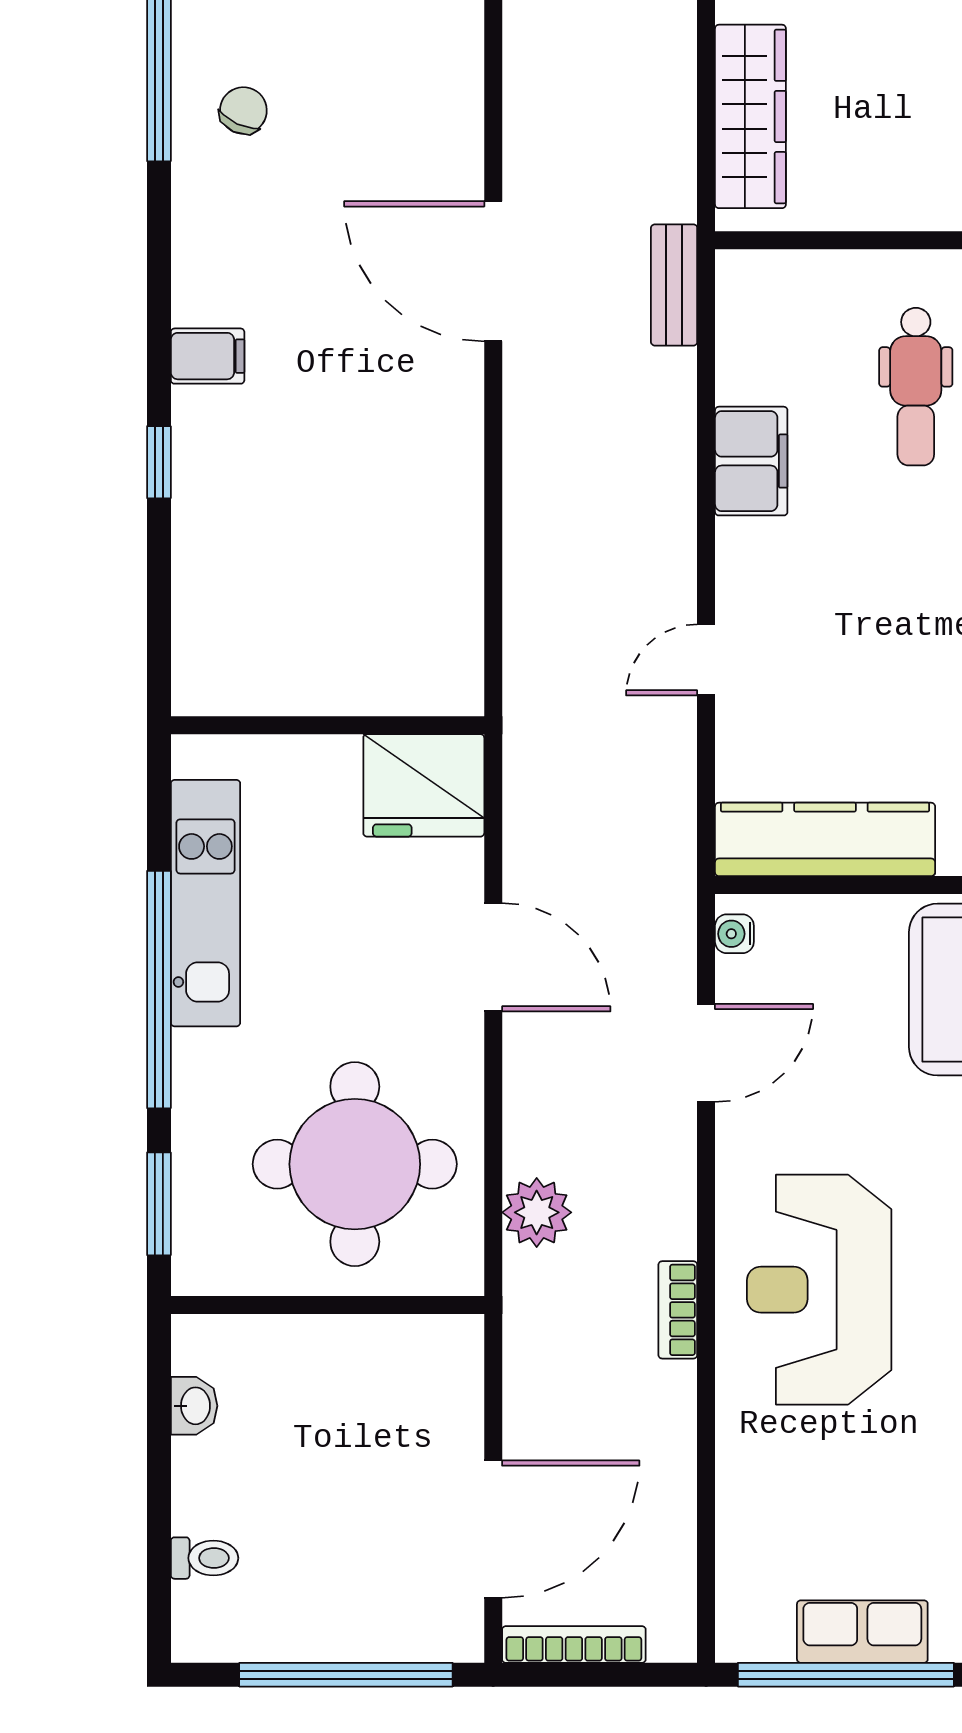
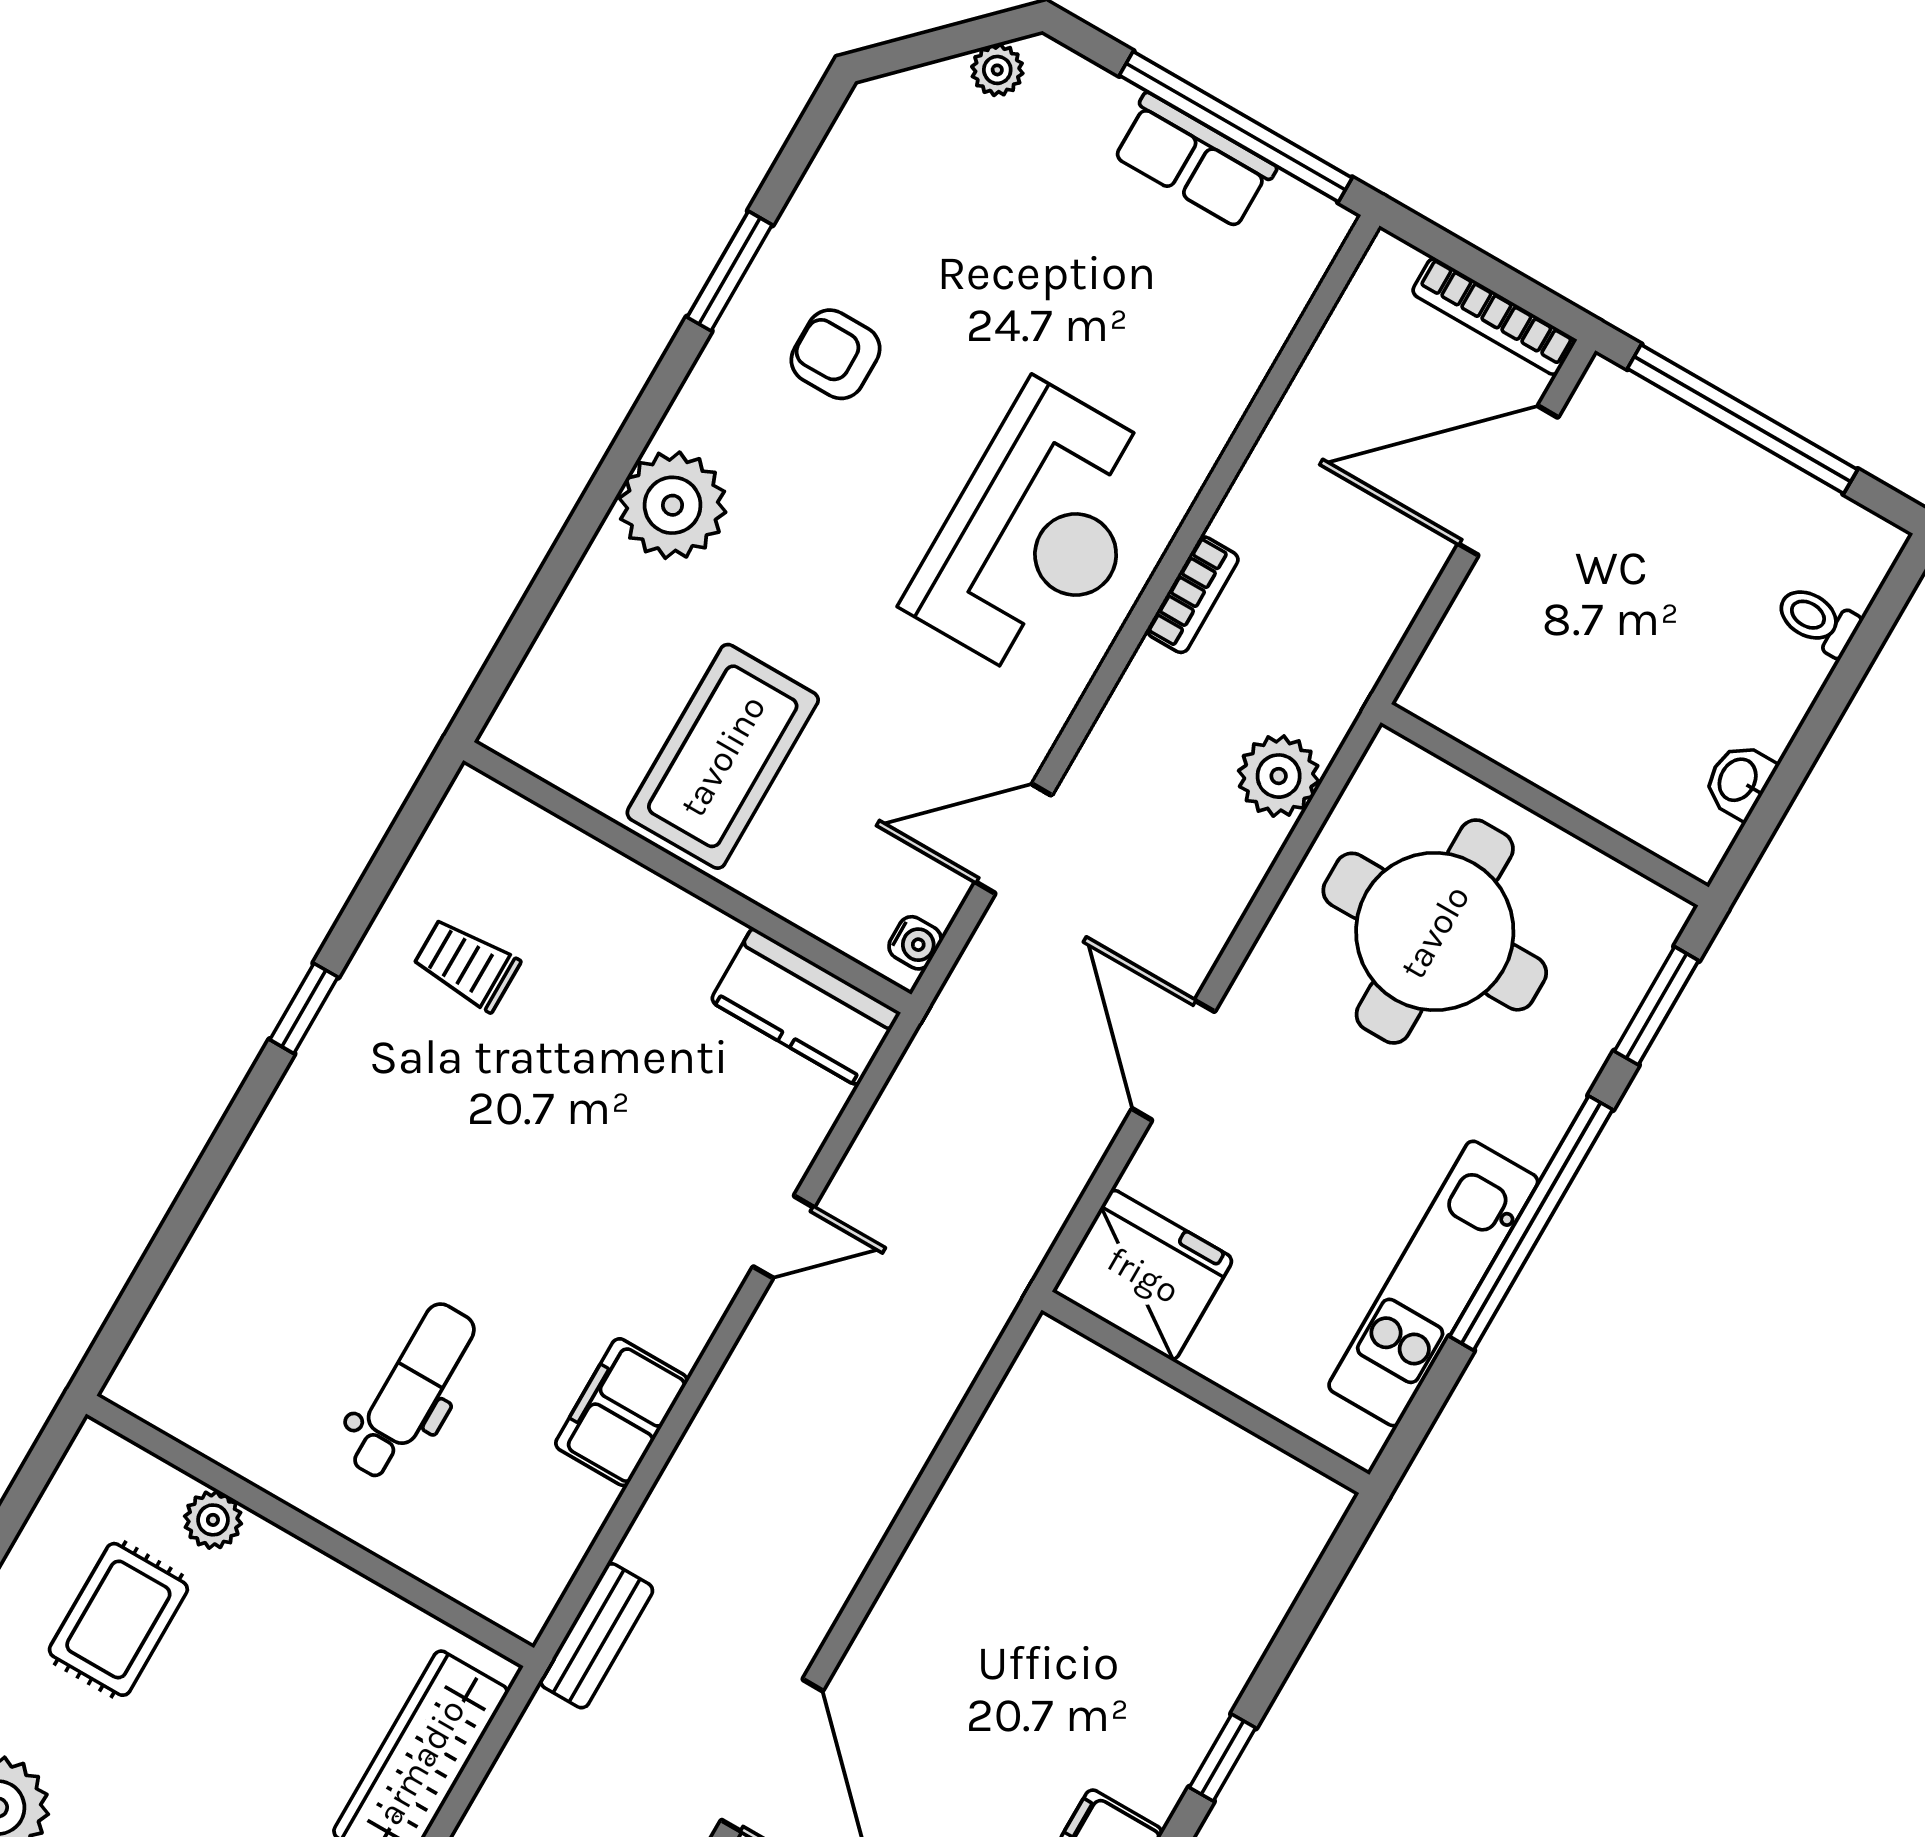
kitchen counter: (825, 839) -> (805, 1007), width x0.67

